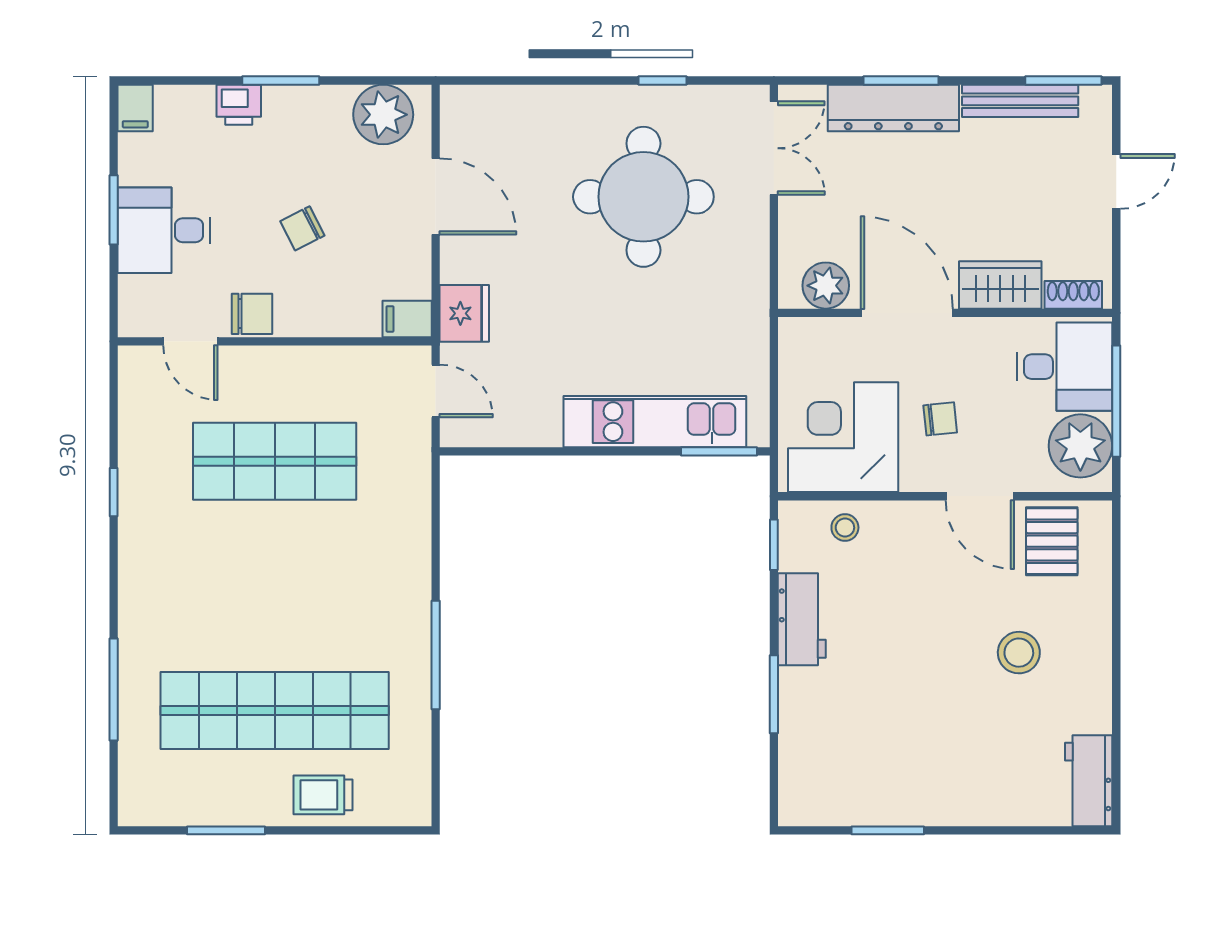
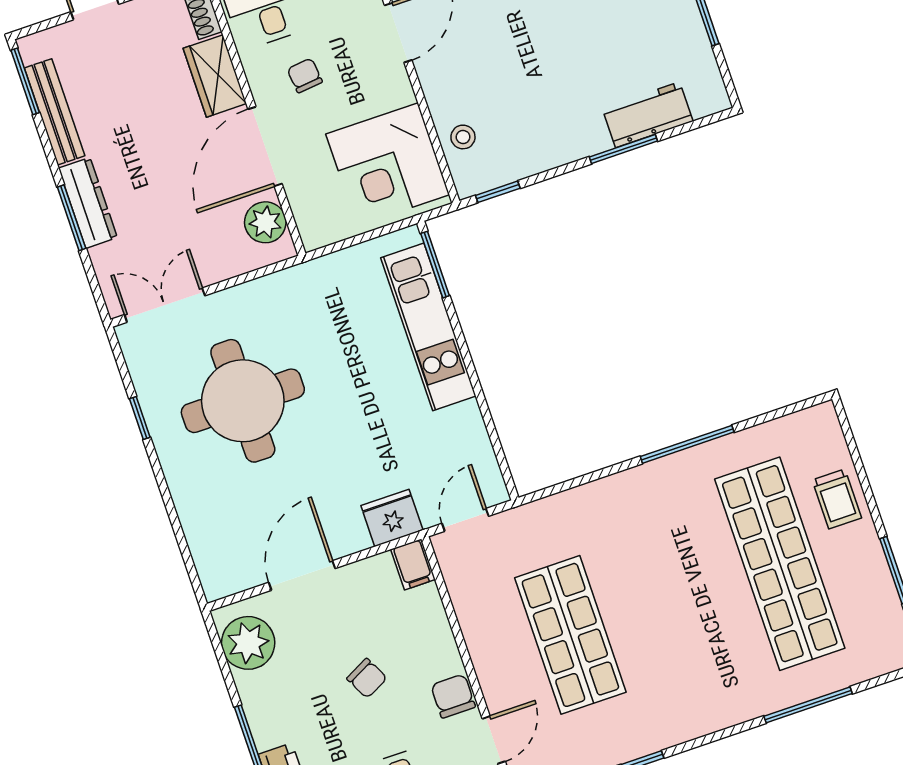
dresser: (893, 108) -> (88, 203), width x0.73, depth x0.80
chair: (940, 419) -> (305, 75), moved
workbench: (802, 619) -> (648, 115), moved

